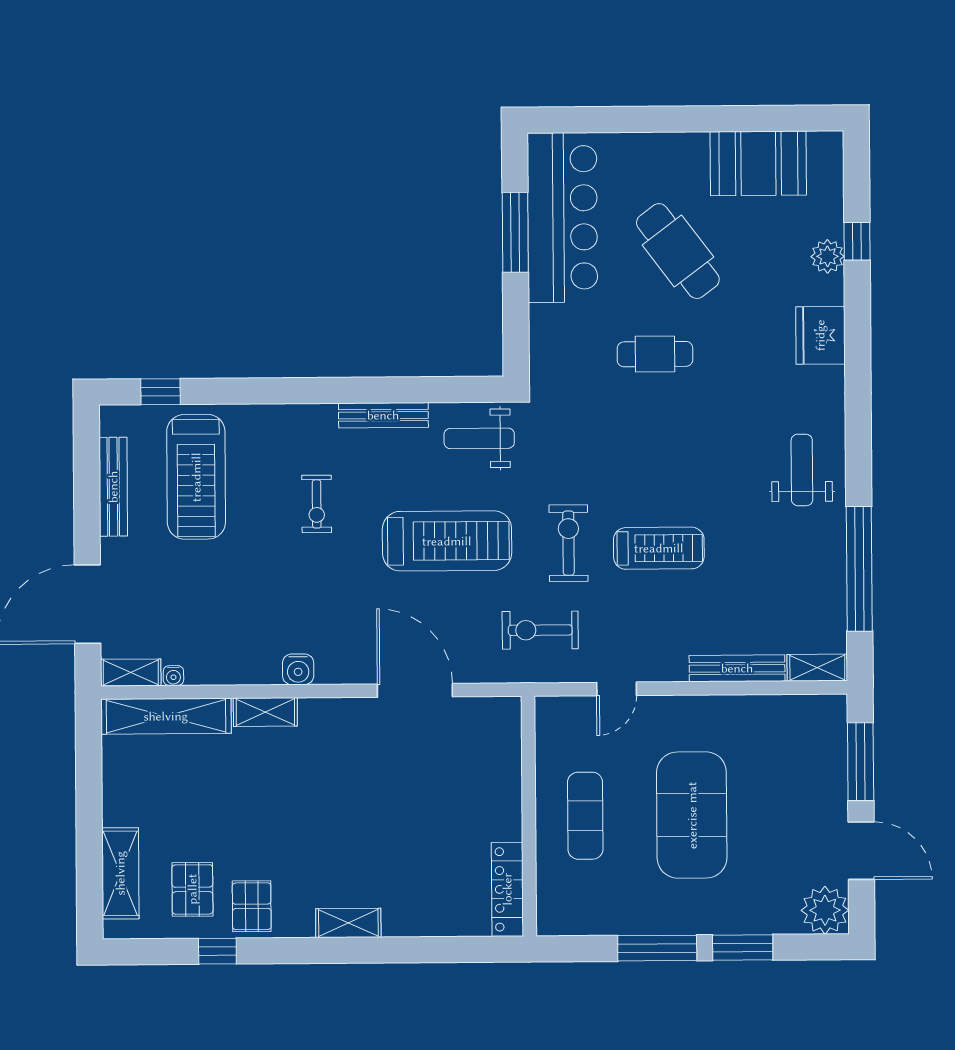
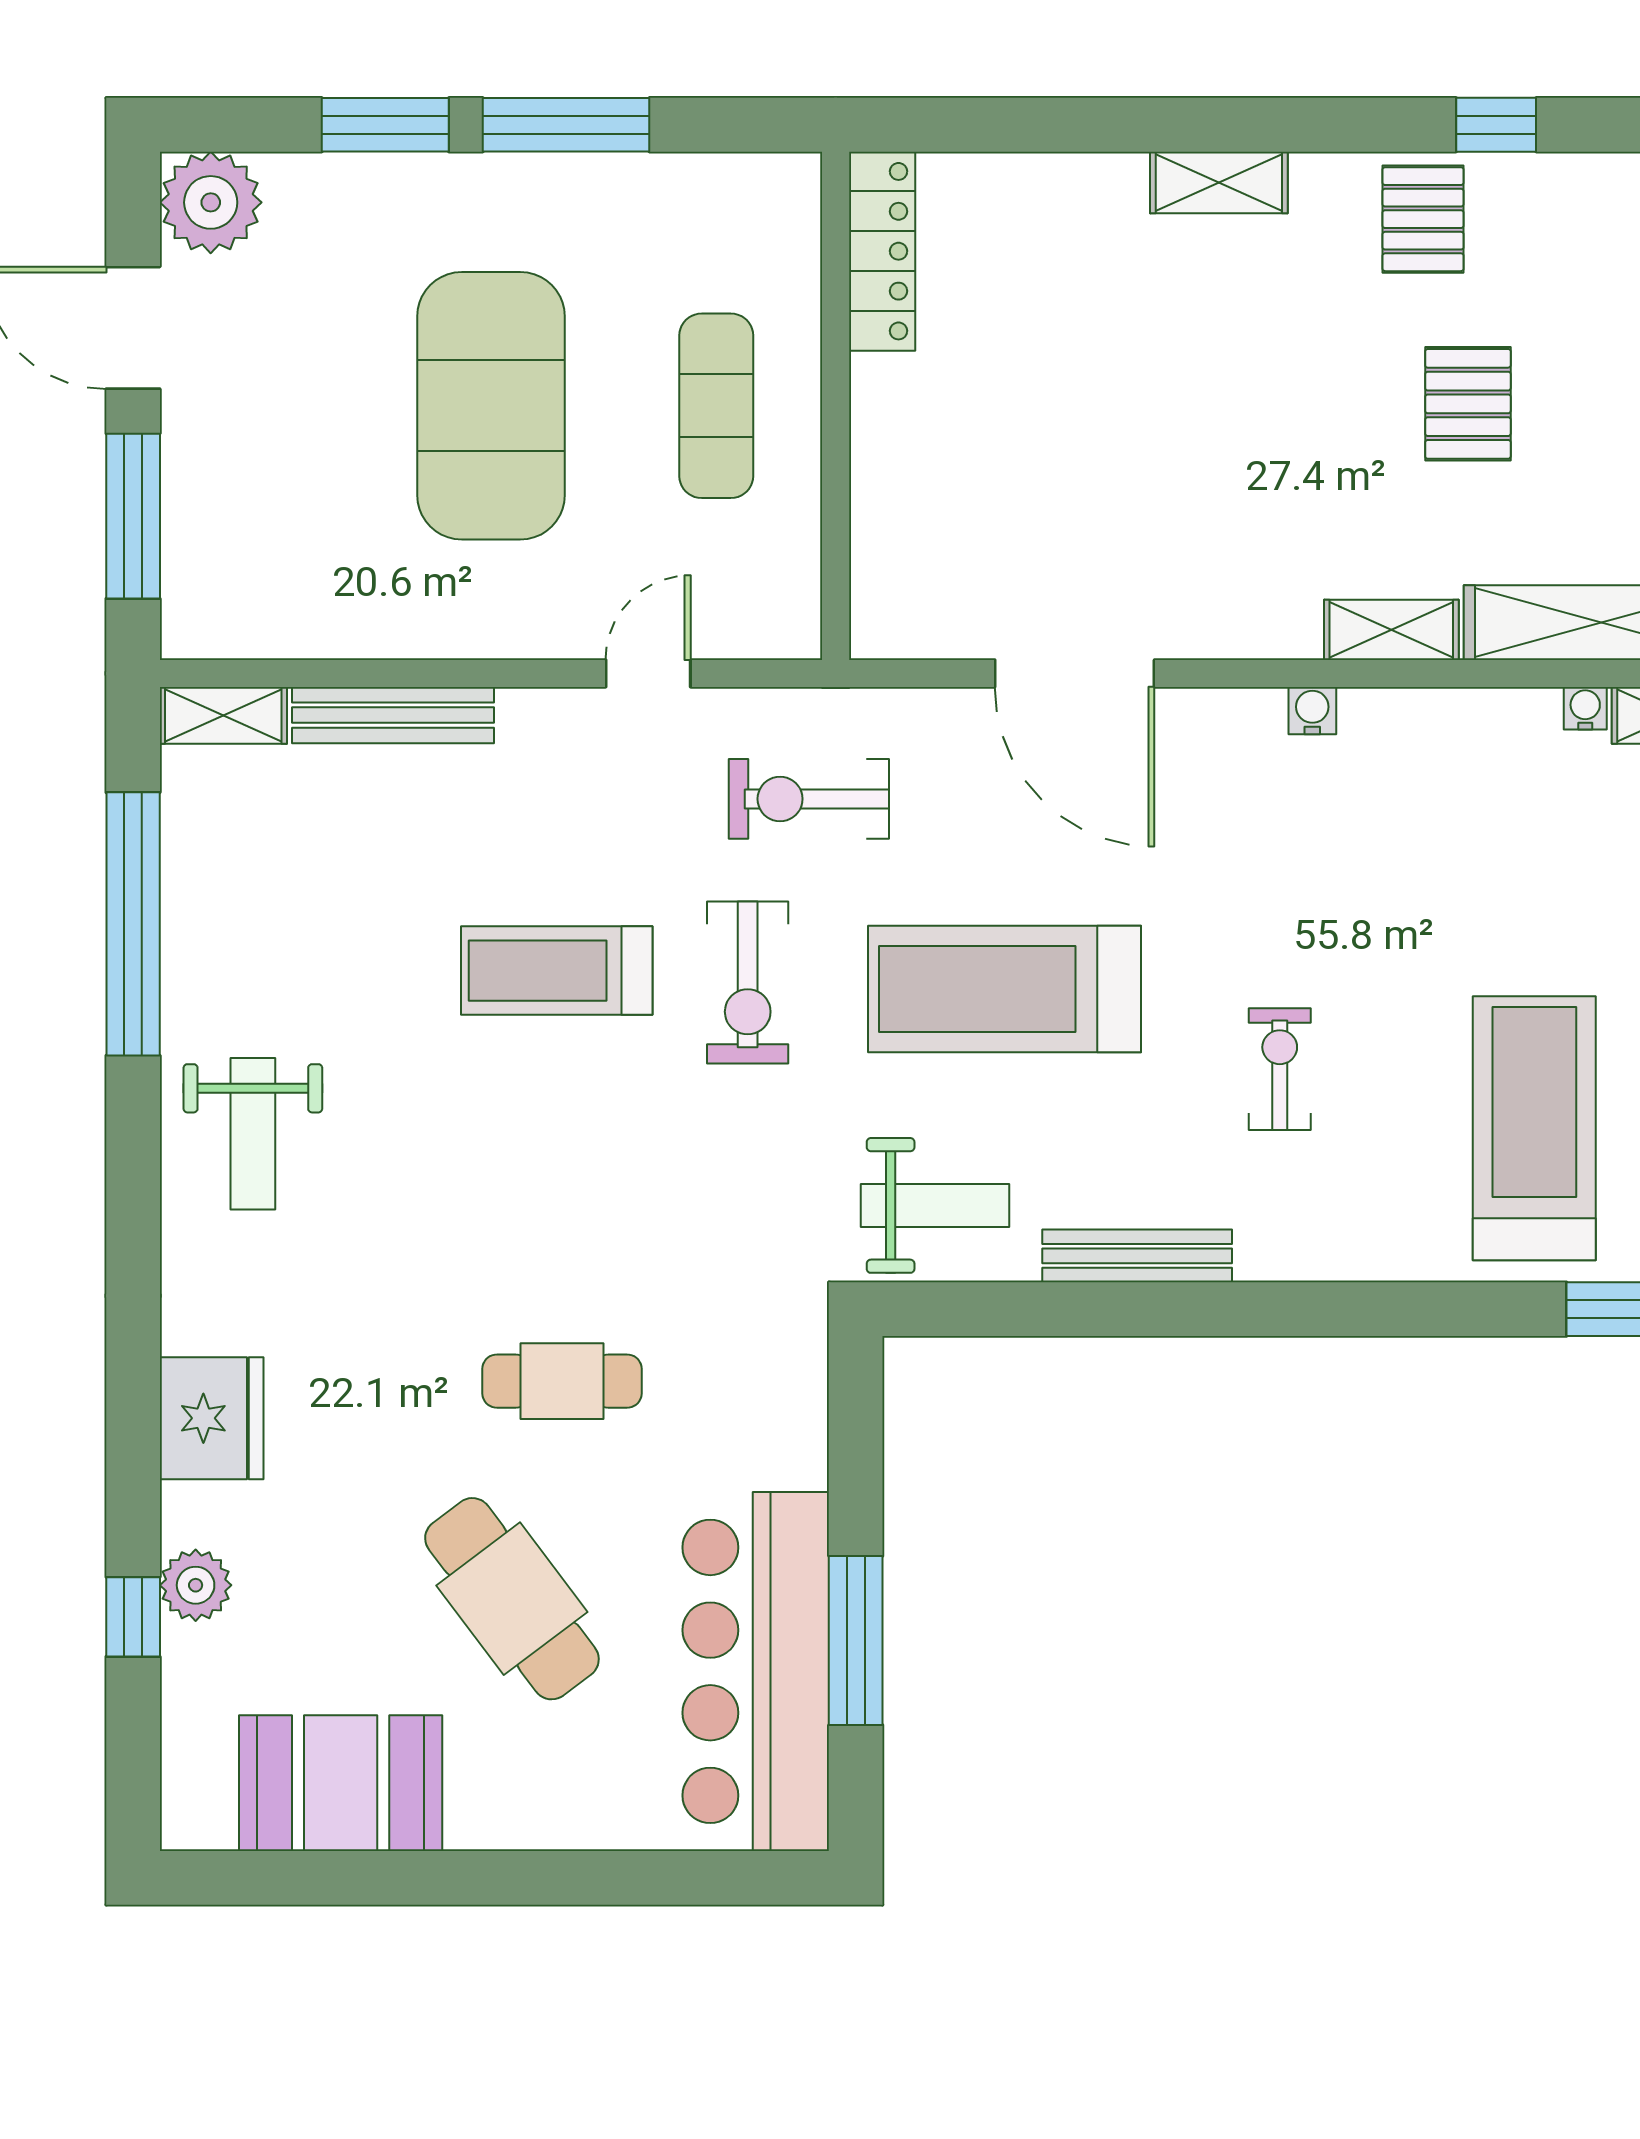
exercise bike: (540, 630) -> (809, 799), turned 180
water cooler: (298, 669) -> (1312, 711), width x0.72, depth x0.72
pallet: (192, 889) -> (1468, 404), moved

